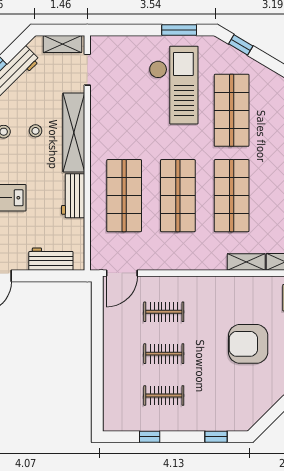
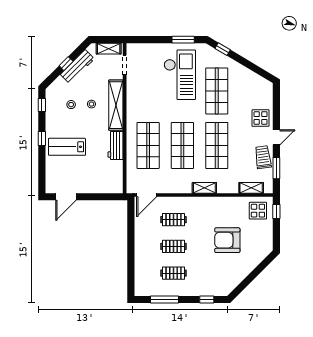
workbench: (51, 259) -> (101, 186), removed
shelving: (246, 262) -> (204, 188), moved
window: (150, 437) -> (164, 299), width x2.17

